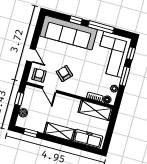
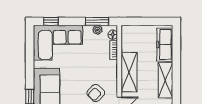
window: (101, 27) -> (30, 65), removed
window: (125, 76) -> (97, 21), moved
shelving: (95, 110) -> (129, 72), moved

